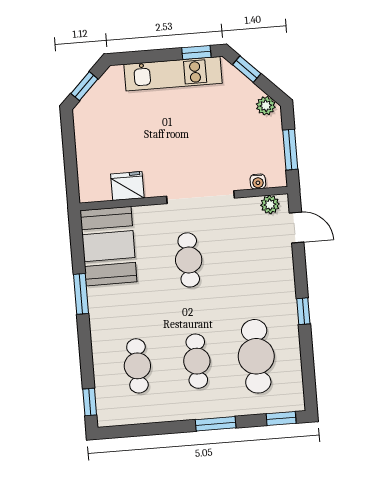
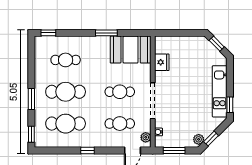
window: (247, 69) -> (211, 139), moved
cafe table: (248, 255) -> (120, 124), added
cafe table: (197, 361) -> (66, 92), width x1.37, depth x1.35

